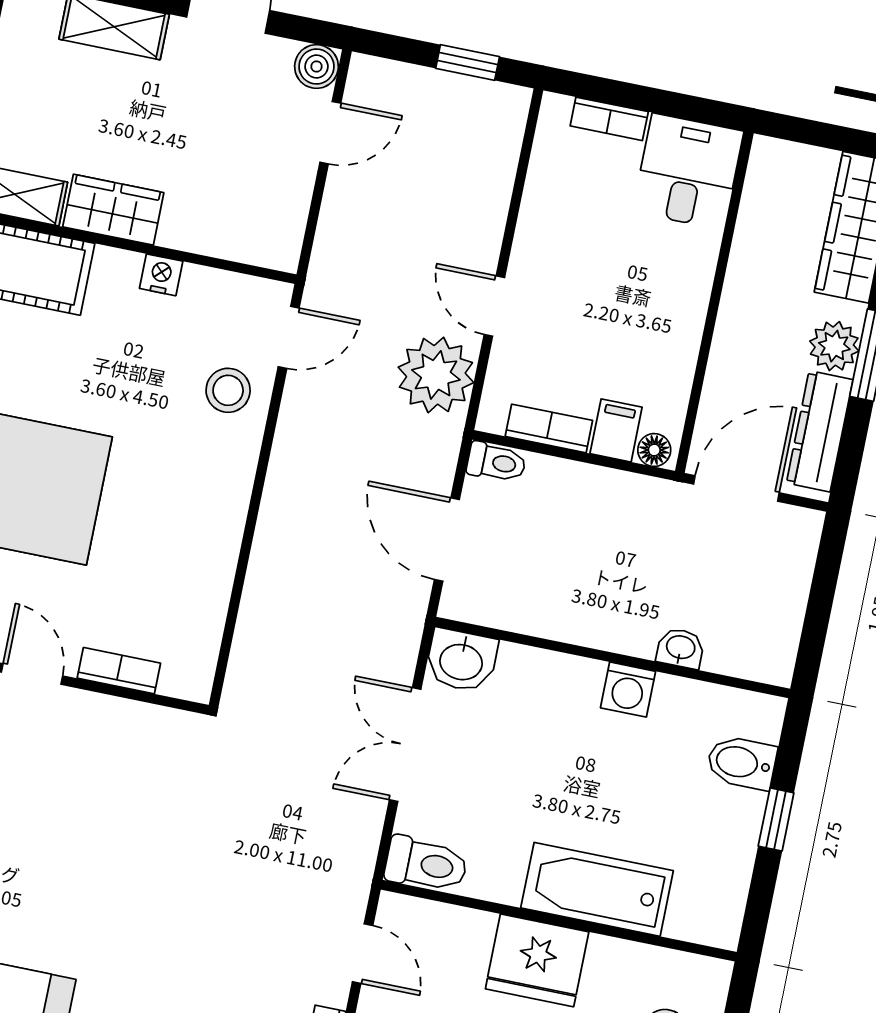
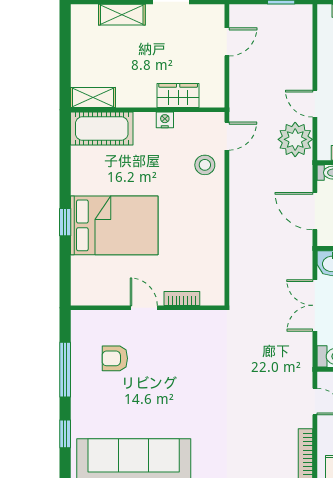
boiler: (316, 67) -> (215, 14), removed
wardrobe: (113, 210) -> (178, 95), moved

